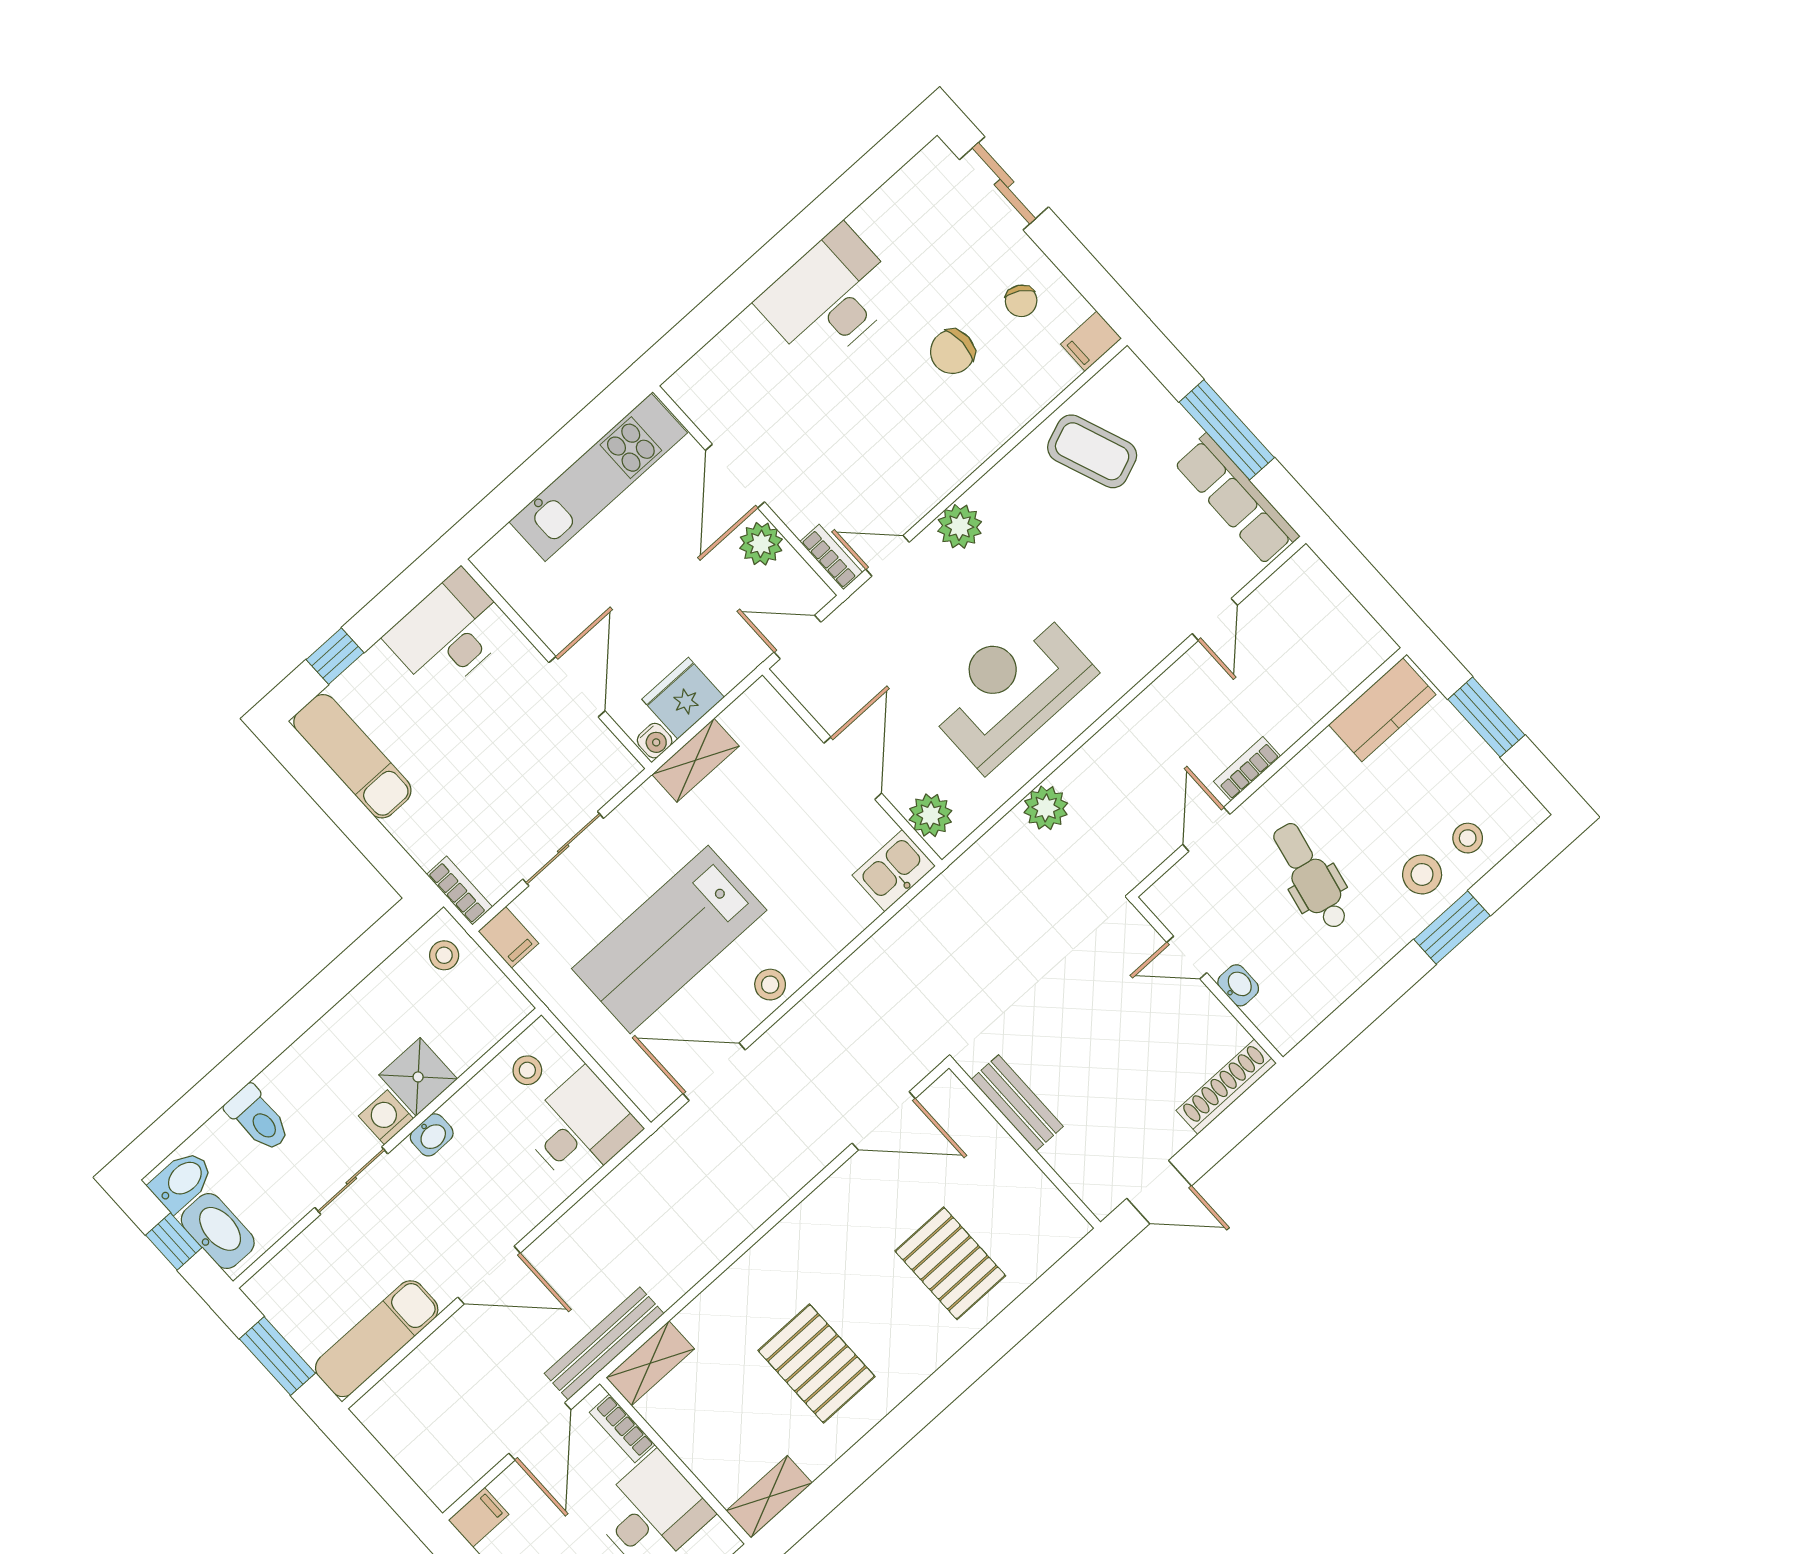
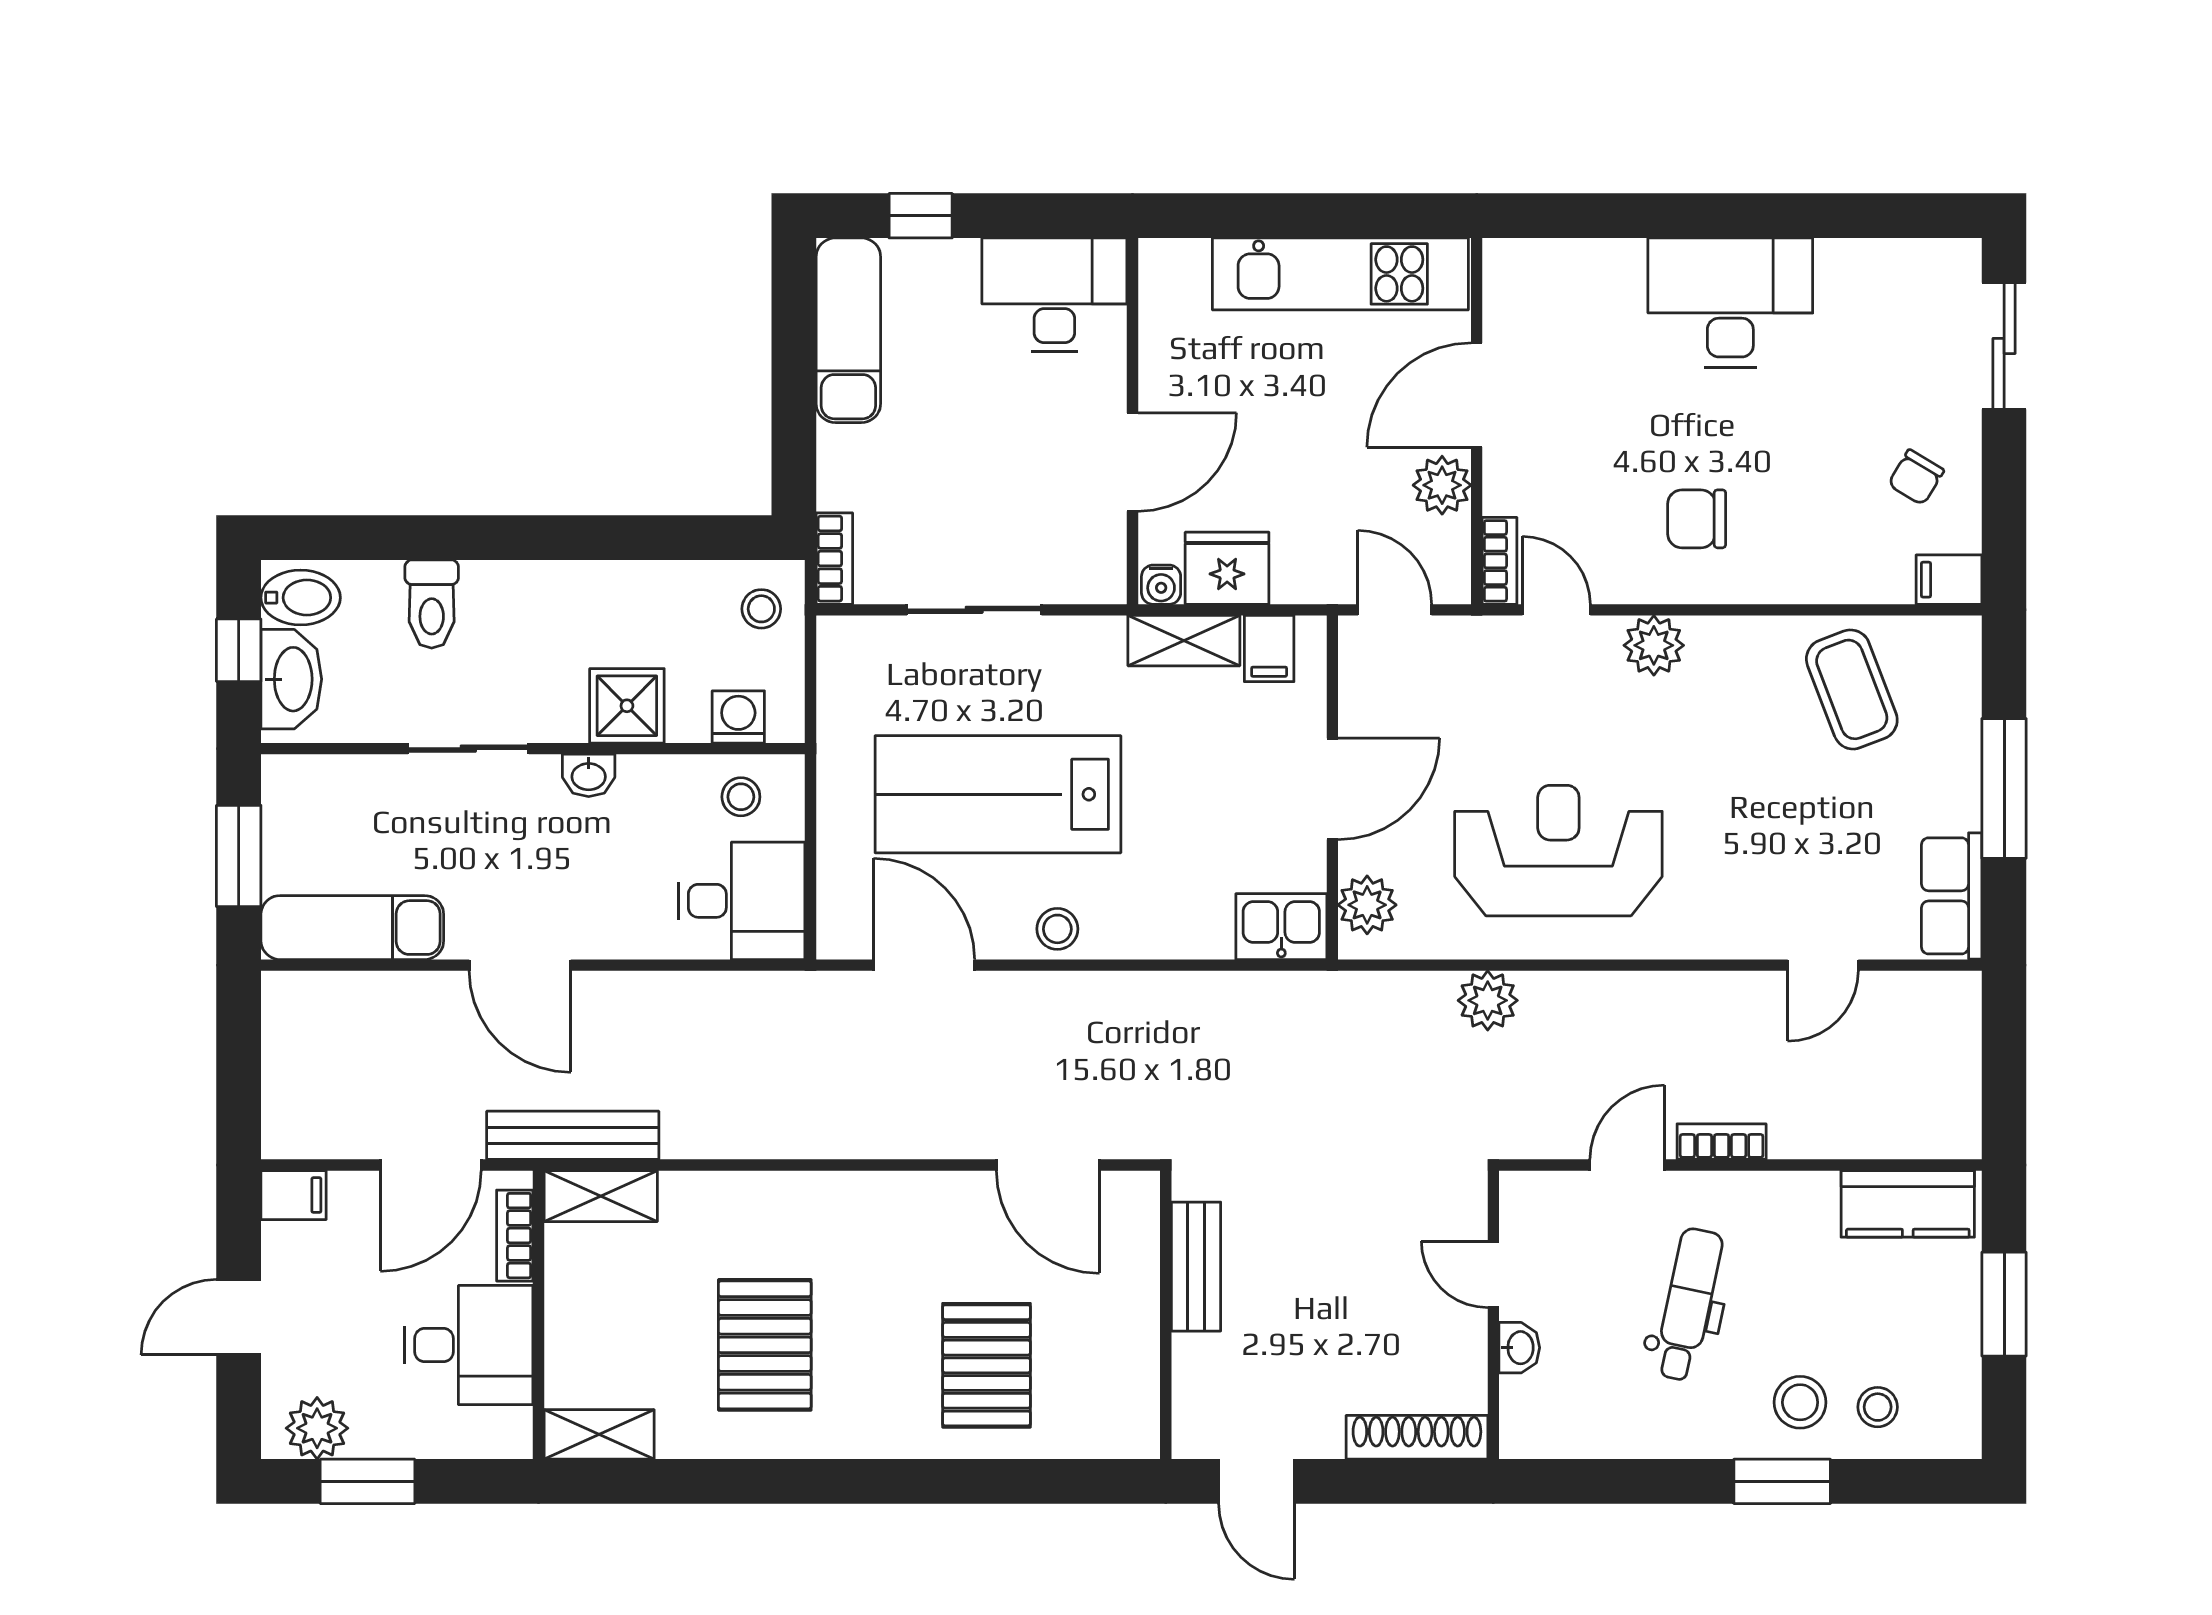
chair: (952, 352) -> (1697, 519), moved
row of seats: (1236, 499) -> (1952, 896), width x0.68
filing cabinet: (508, 937) -> (1269, 649), moved
washing machine: (386, 1117) -> (738, 717), moved

